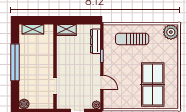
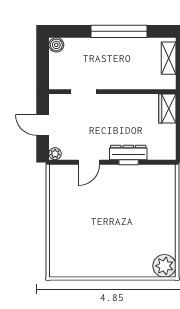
sun lounger: (132, 39) -> (154, 208), removed
dresser: (96, 41) -> (128, 153), moved
table tennis table: (153, 84) -> (86, 239), removed

